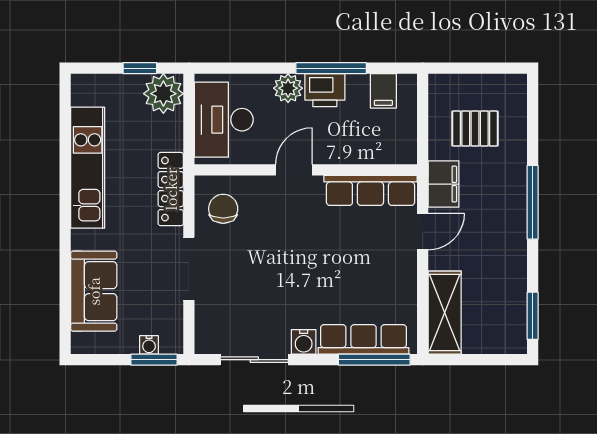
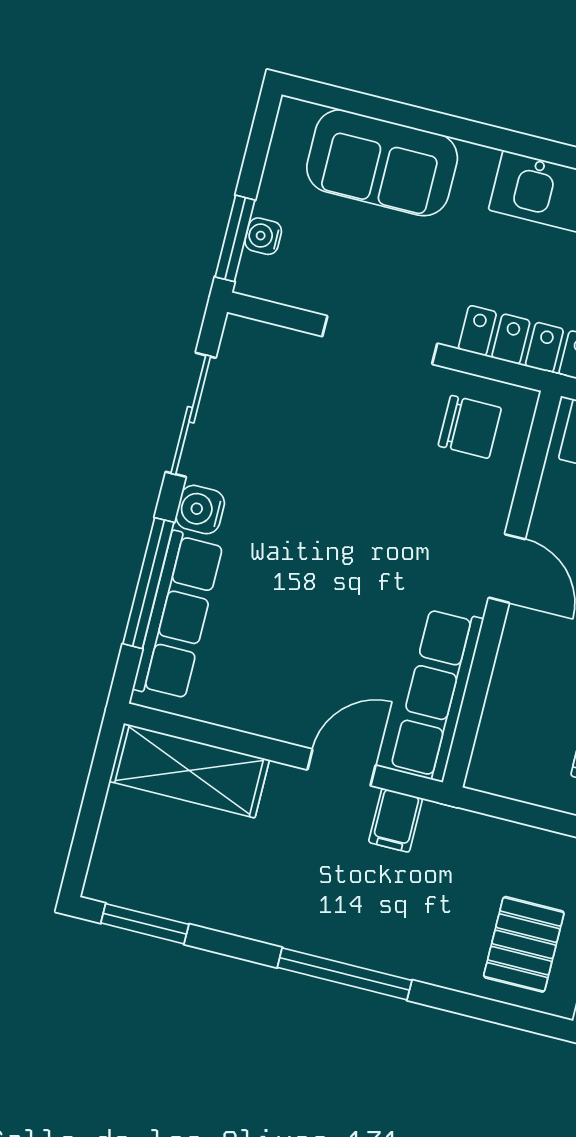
pallet: (475, 128) -> (524, 944), moved
filing cabinet: (444, 184) -> (396, 820), width x0.50
door: (423, 232) -> (341, 767), swing flipped
window: (374, 360) -> (148, 583), moved

